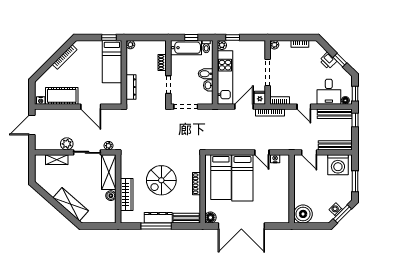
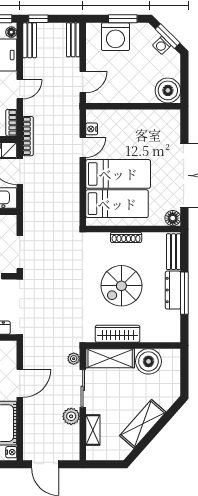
bench: (335, 114) -> (30, 40), width x0.73
bench: (335, 145) -> (73, 40), width x0.73
washing machine: (338, 165) -> (115, 37), moved, turned 90
spiral stairs: (161, 180) -> (121, 286), turned 90
wardrobe: (127, 194) -> (118, 334), moved
boiler: (111, 196) -> (148, 361), width x1.86, depth x1.86
shelving: (71, 204) -> (143, 424), moved

